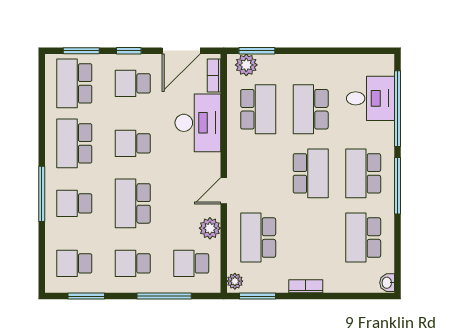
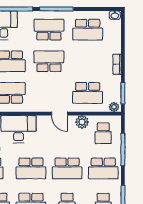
school desk: (133, 143) -> (31, 168), width x1.85
school desk: (363, 173) -> (49, 30), turned 180
school desk: (133, 263) -> (103, 168), width x1.85

